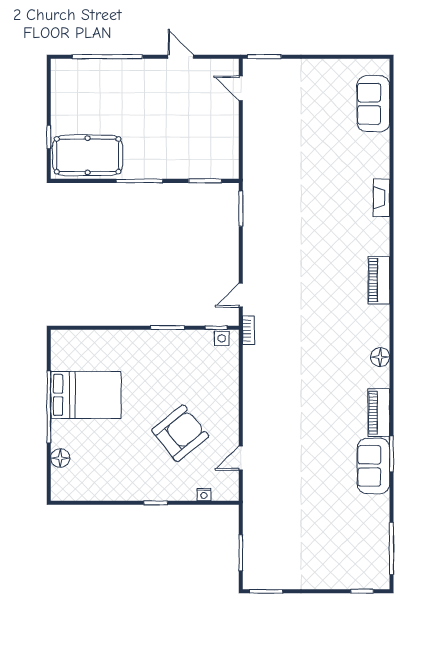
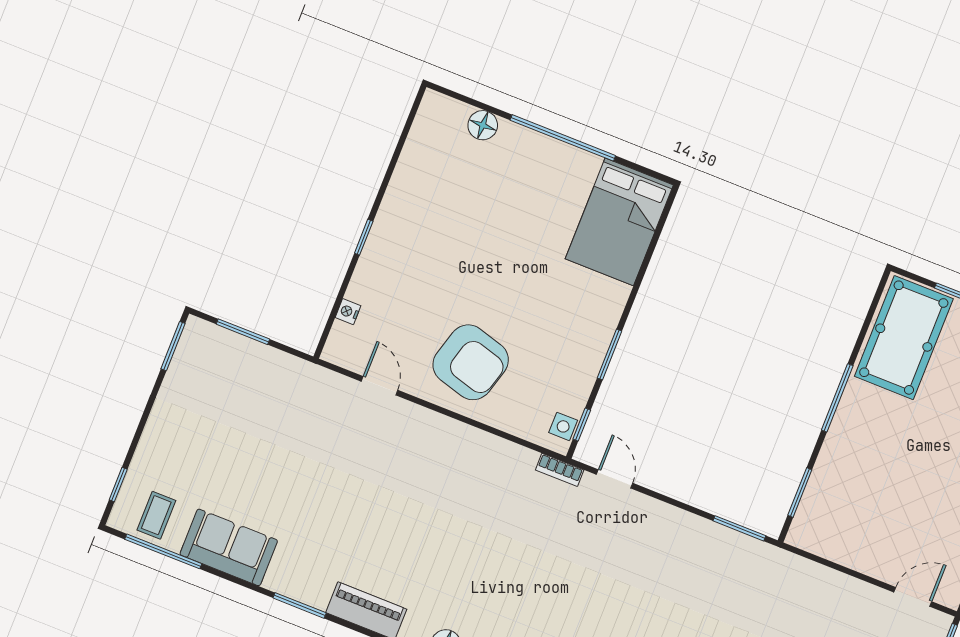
bed: (86, 395) -> (619, 222), moved
armchair: (180, 433) -> (471, 362), moved, turned -35
sofa: (373, 466) -> (229, 547), moved
coffee table: (371, 561) -> (156, 515), added

